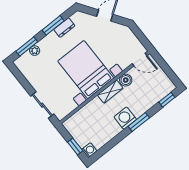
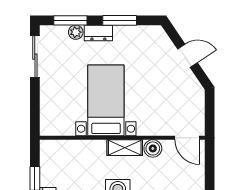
dresser: (64, 28) -> (98, 33), moved
bed with nightstands: (86, 70) -> (106, 100), width x0.73
sliding door: (42, 105) -> (35, 57), moved

